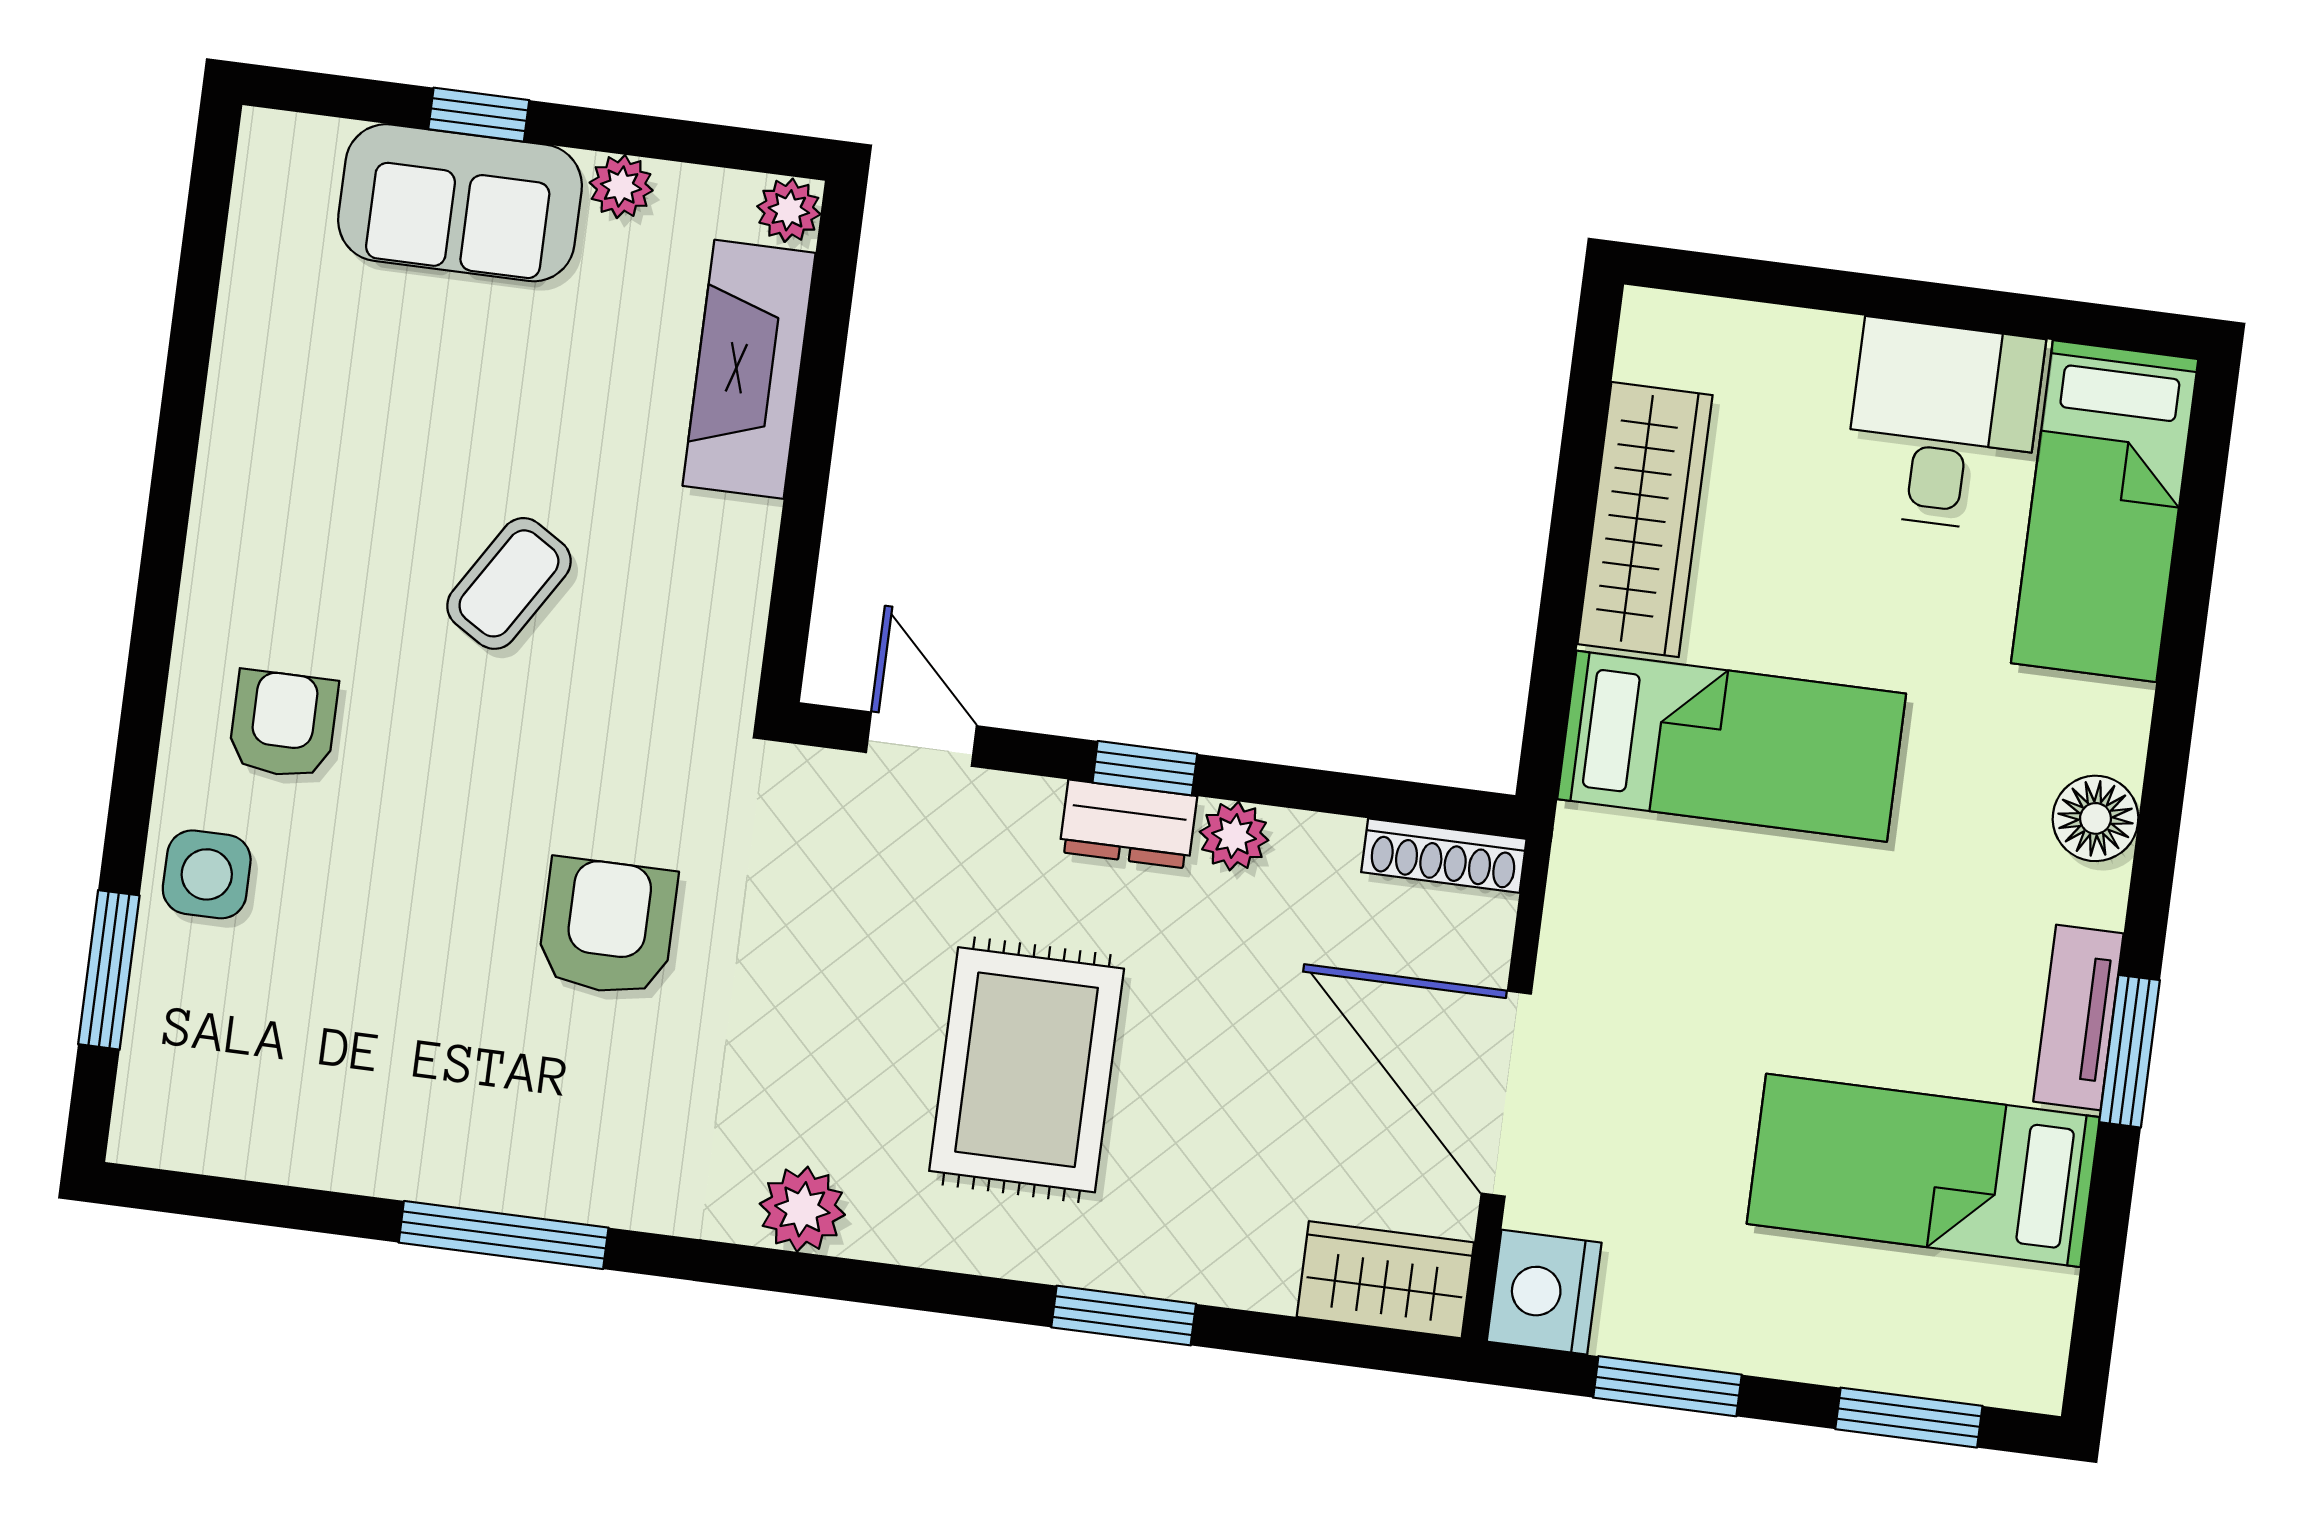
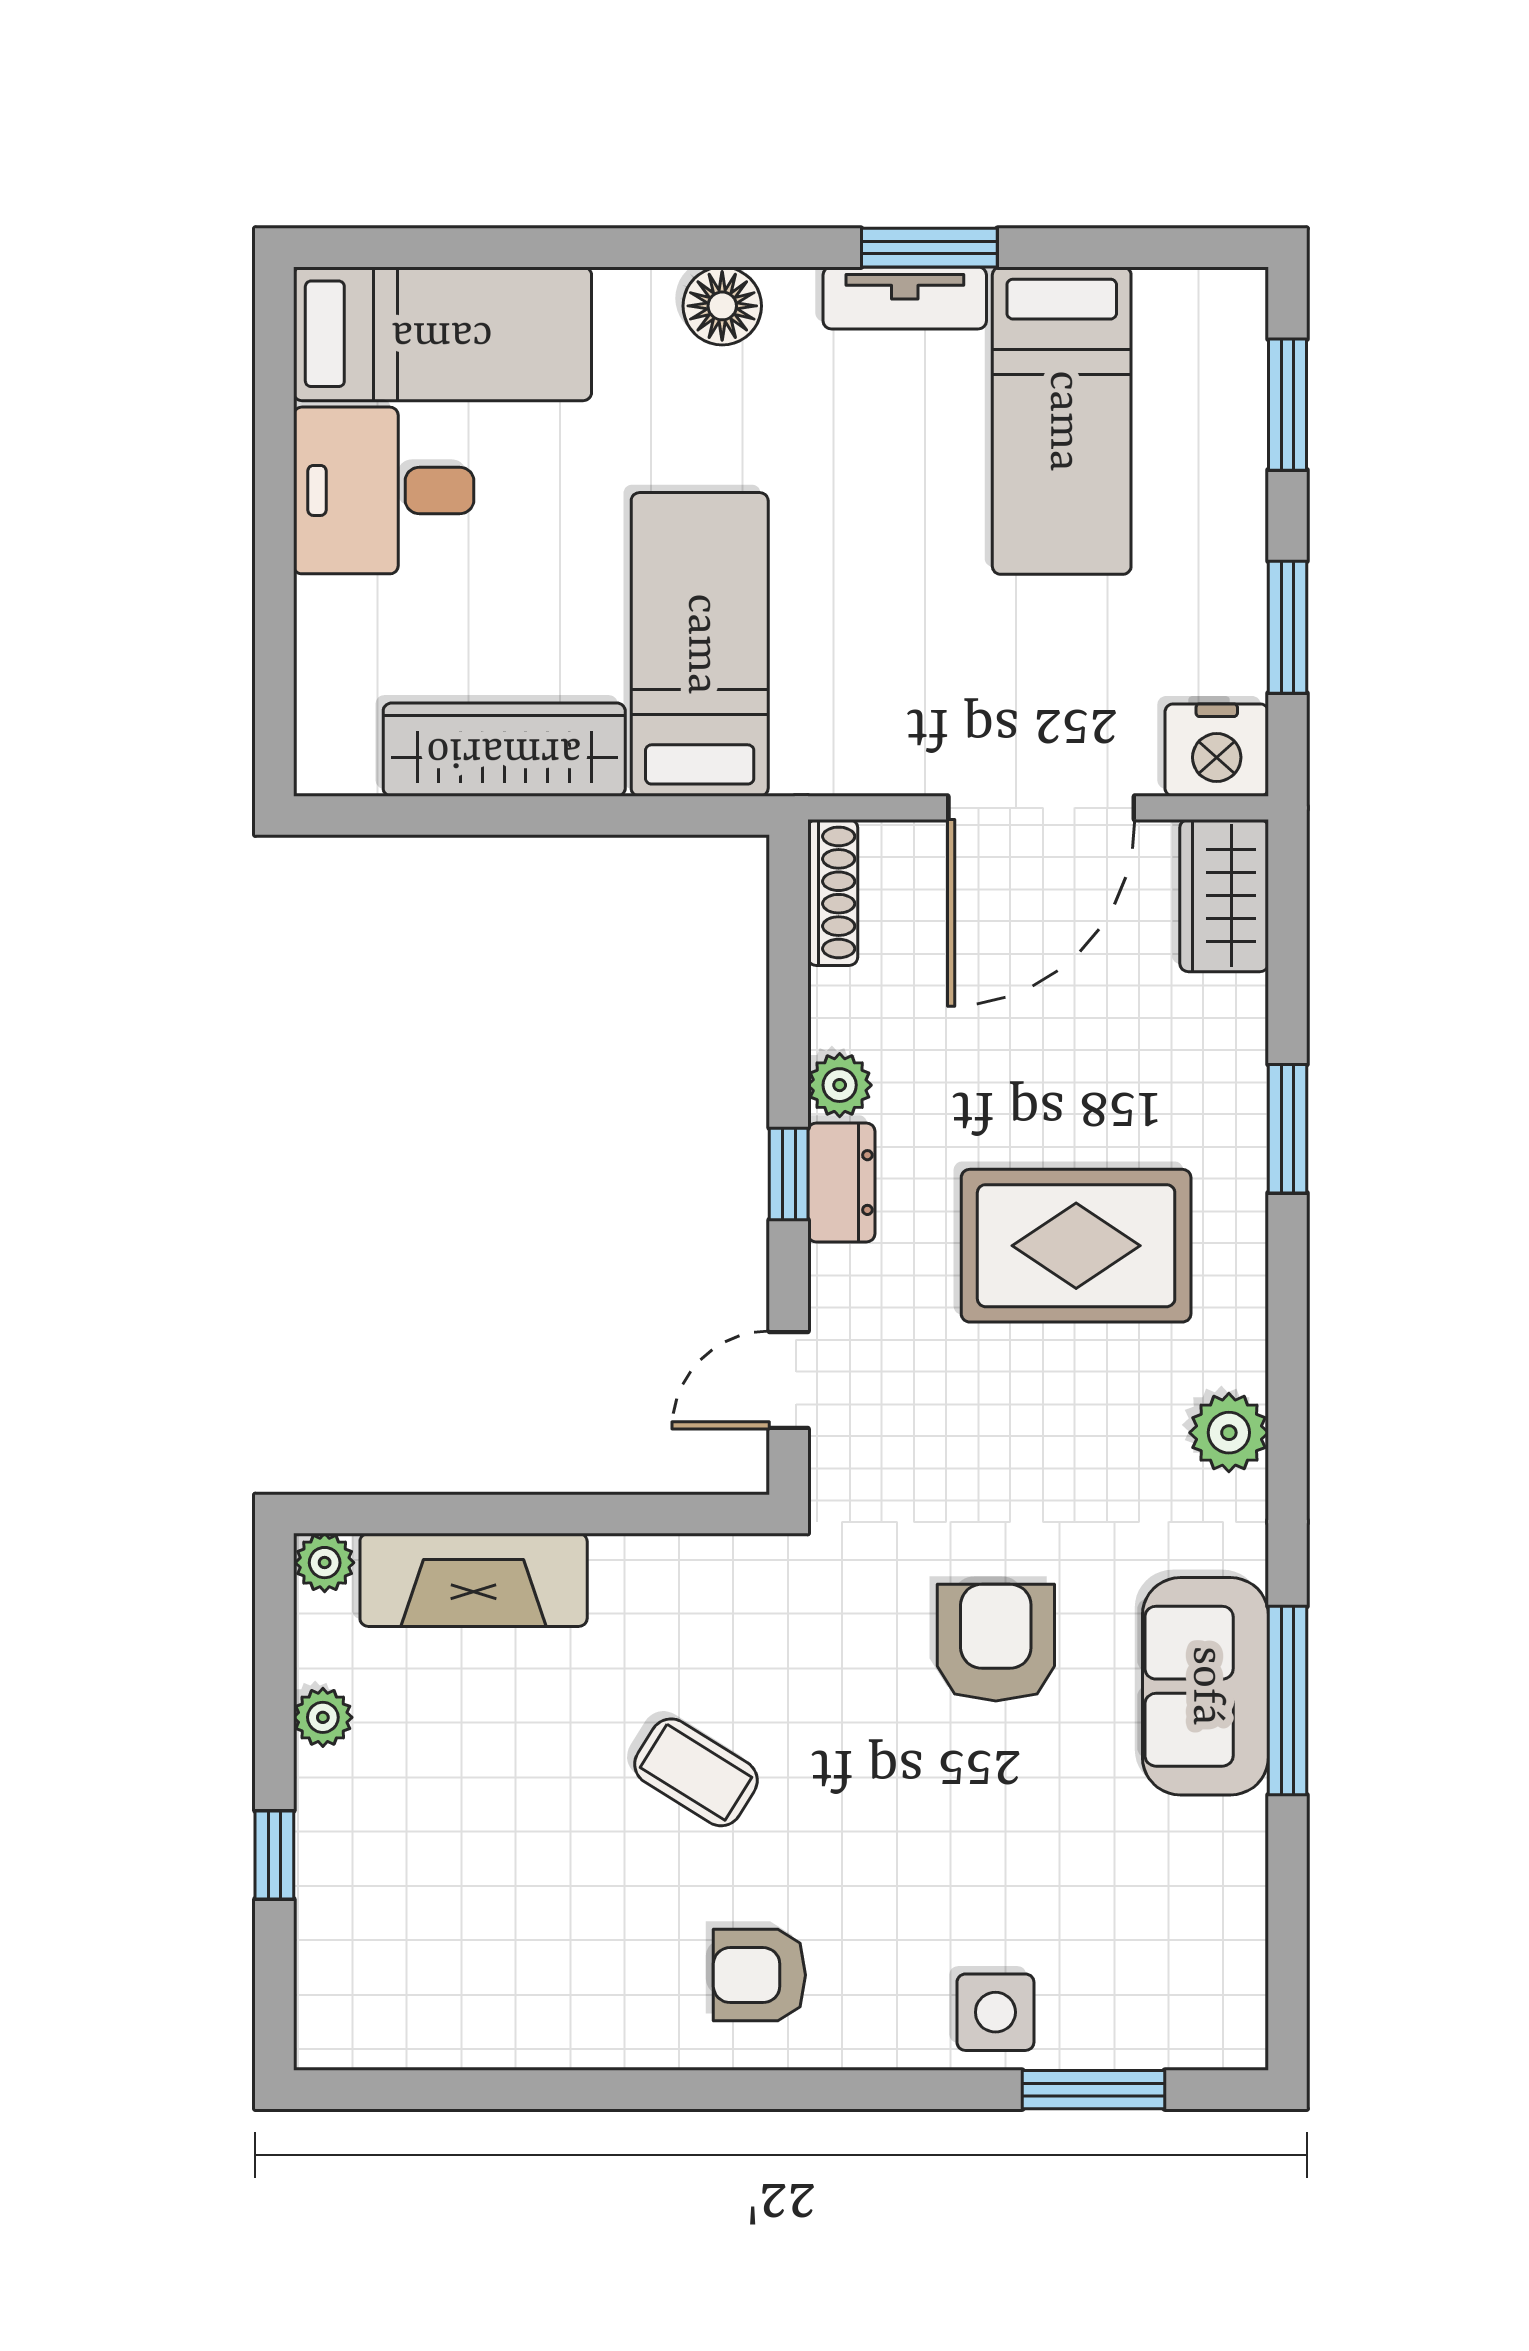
sofa: (460, 203) -> (1205, 1686), moved, turned 180
armchair: (283, 724) -> (759, 1975), moved
armchair: (607, 927) -> (996, 1643), turned 90

